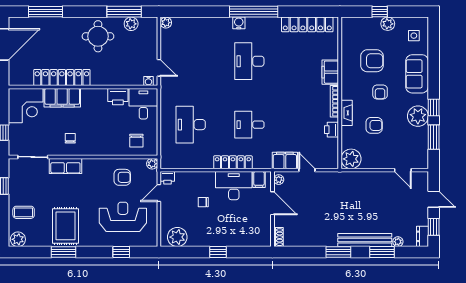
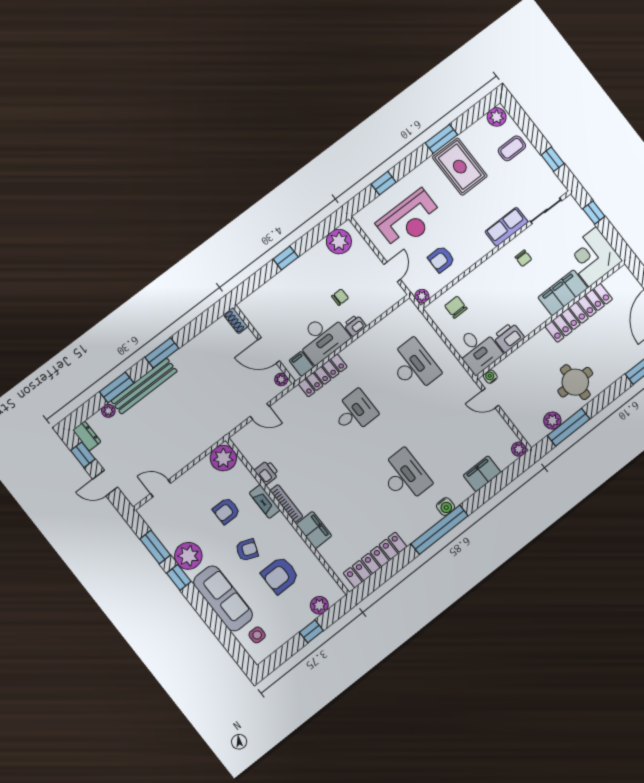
plant: (388, 24) -> (319, 605), moved
sofa: (417, 74) -> (223, 598), width x1.36
armchair: (380, 92) -> (247, 550), turned 111
filing cabinet: (285, 160) -> (482, 474), moved, turned 180
locker: (233, 162) -> (323, 375), moved
printer: (167, 178) -> (355, 325), moved

